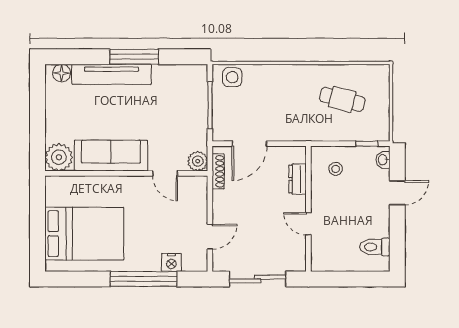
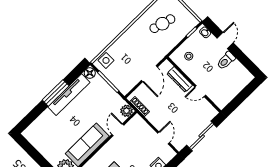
floor lamp: (61, 73) -> (90, 73), moved
tv unit: (112, 74) -> (69, 95), moved
door: (249, 144) -> (149, 74), moved
door: (165, 173) -> (118, 130), swing flipped
dresser: (298, 179) -> (180, 79), width x1.44
toilet: (375, 247) -> (226, 61), moved

